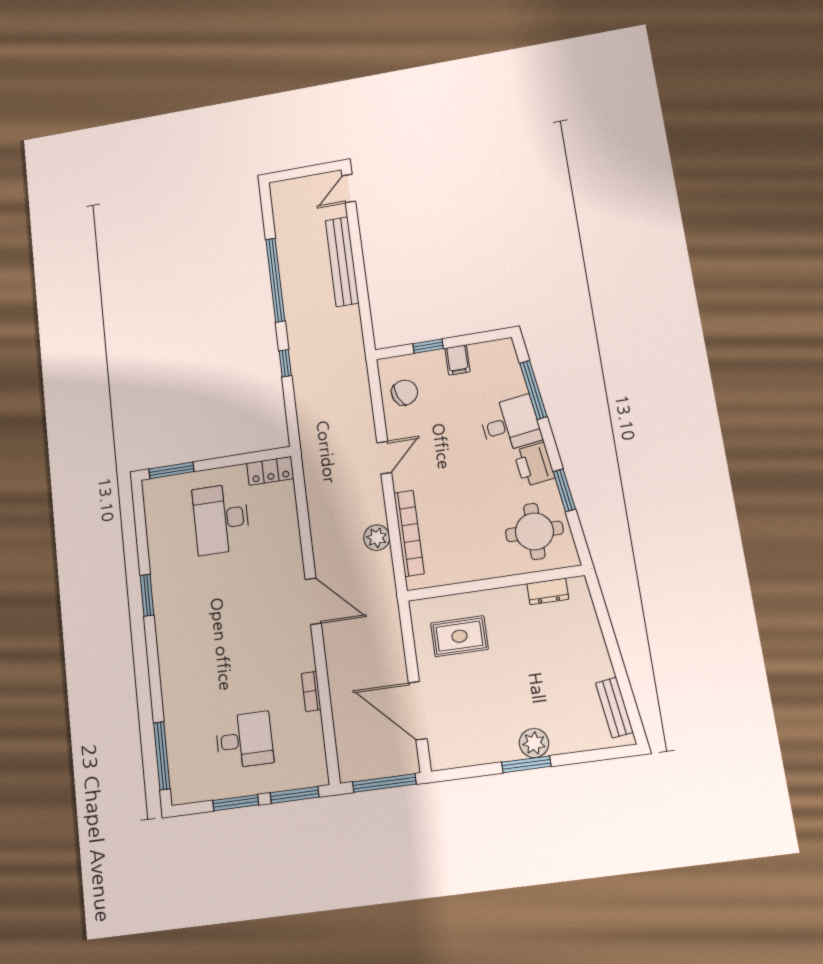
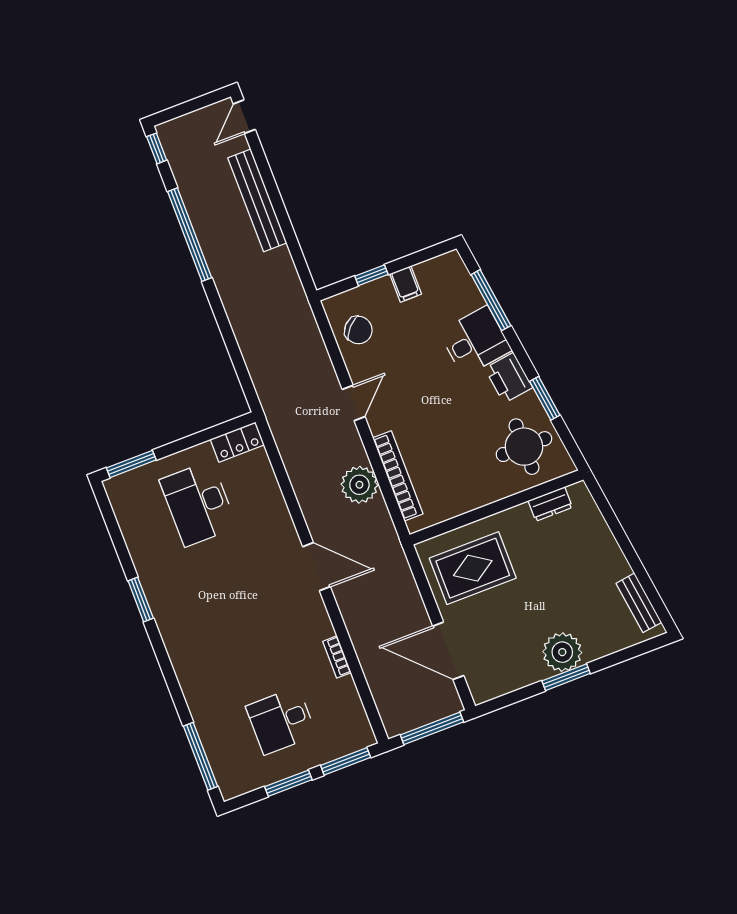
window: (285, 363) -> (157, 148), moved
chair: (405, 393) -> (358, 330), turned 66
plant: (377, 538) -> (359, 485), width x1.36, depth x1.36
rug: (459, 636) -> (473, 568), width x1.36, depth x1.43
desk: (244, 740) -> (281, 721), turned 180
plant: (534, 743) -> (562, 652), width x1.36, depth x1.36

